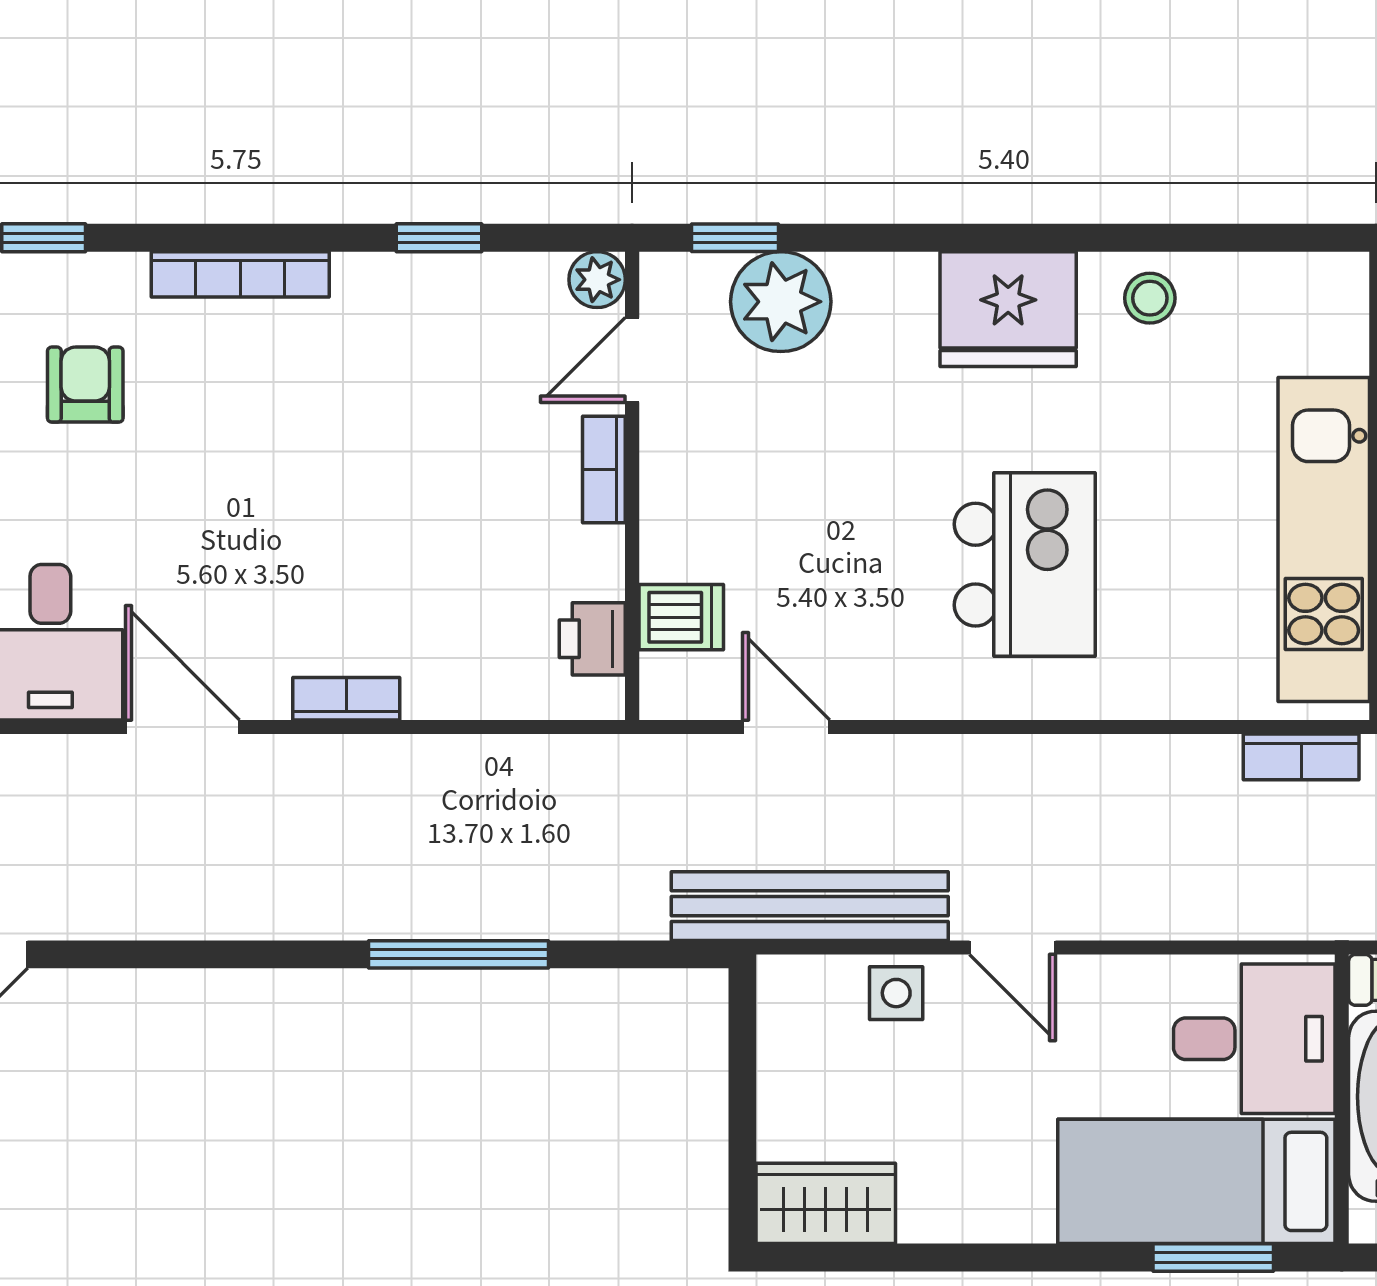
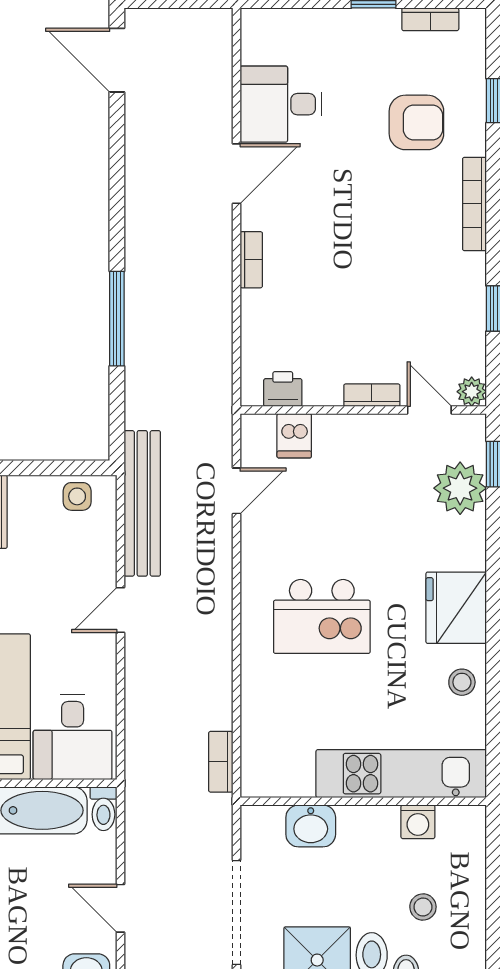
armchair: (85, 385) -> (416, 122), width x1.38, depth x1.38
kitchen unit: (1324, 540) -> (401, 774), moved
side table: (896, 993) -> (77, 496), moved

